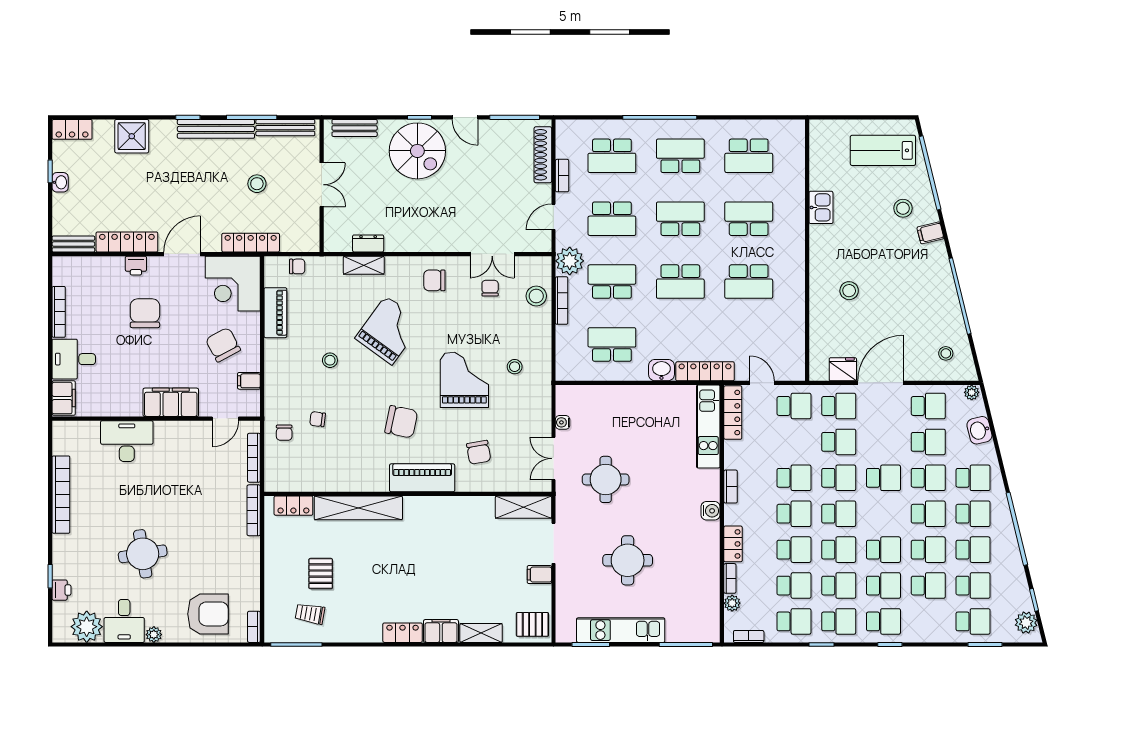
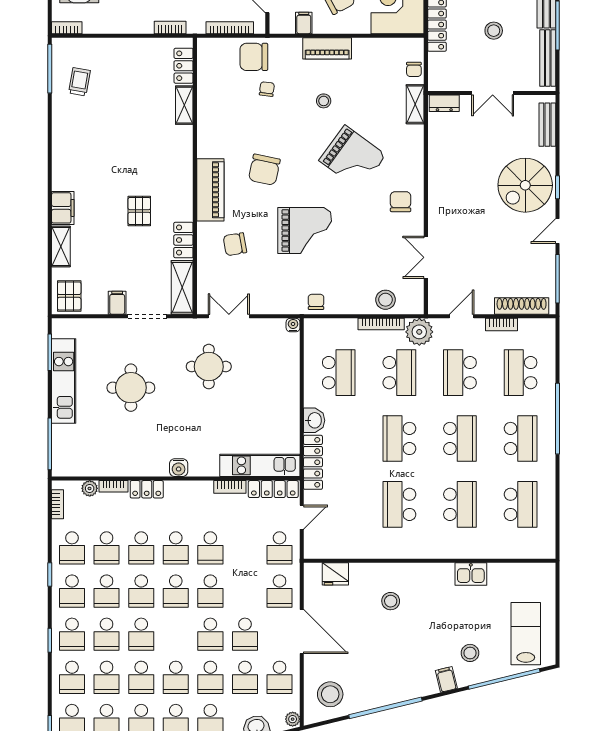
school desk: (749, 156) -> (521, 504), turned 180
door: (553, 217) -> (462, 316), hinge flipped
dresser: (368, 243) -> (444, 103), moved, turned 90
shelving: (364, 265) -> (415, 104), moved
chair: (490, 288) -> (316, 302), moved, turned -90
piano: (275, 313) -> (327, 48), moved
stool: (946, 353) -> (330, 694), width x1.89, depth x1.89
stool: (515, 367) -> (317, 279), removed
fridge: (843, 369) -> (335, 574), moved, turned 90
water cooler: (563, 422) -> (293, 325), moved
chair: (284, 433) -> (254, 57), width x1.87, depth x1.87
school desk: (839, 442) -> (245, 634), moved
bookcase: (731, 487) -> (230, 487), moved
shelving: (358, 508) -> (184, 105), width x0.45, depth x0.75
bookcase: (254, 510) -> (170, 27), width x0.64
pallet: (321, 574) -> (139, 211), moved, turned 90
school desk: (928, 621) -> (72, 677), added
locker: (403, 633) -> (183, 240), moved, turned 180

